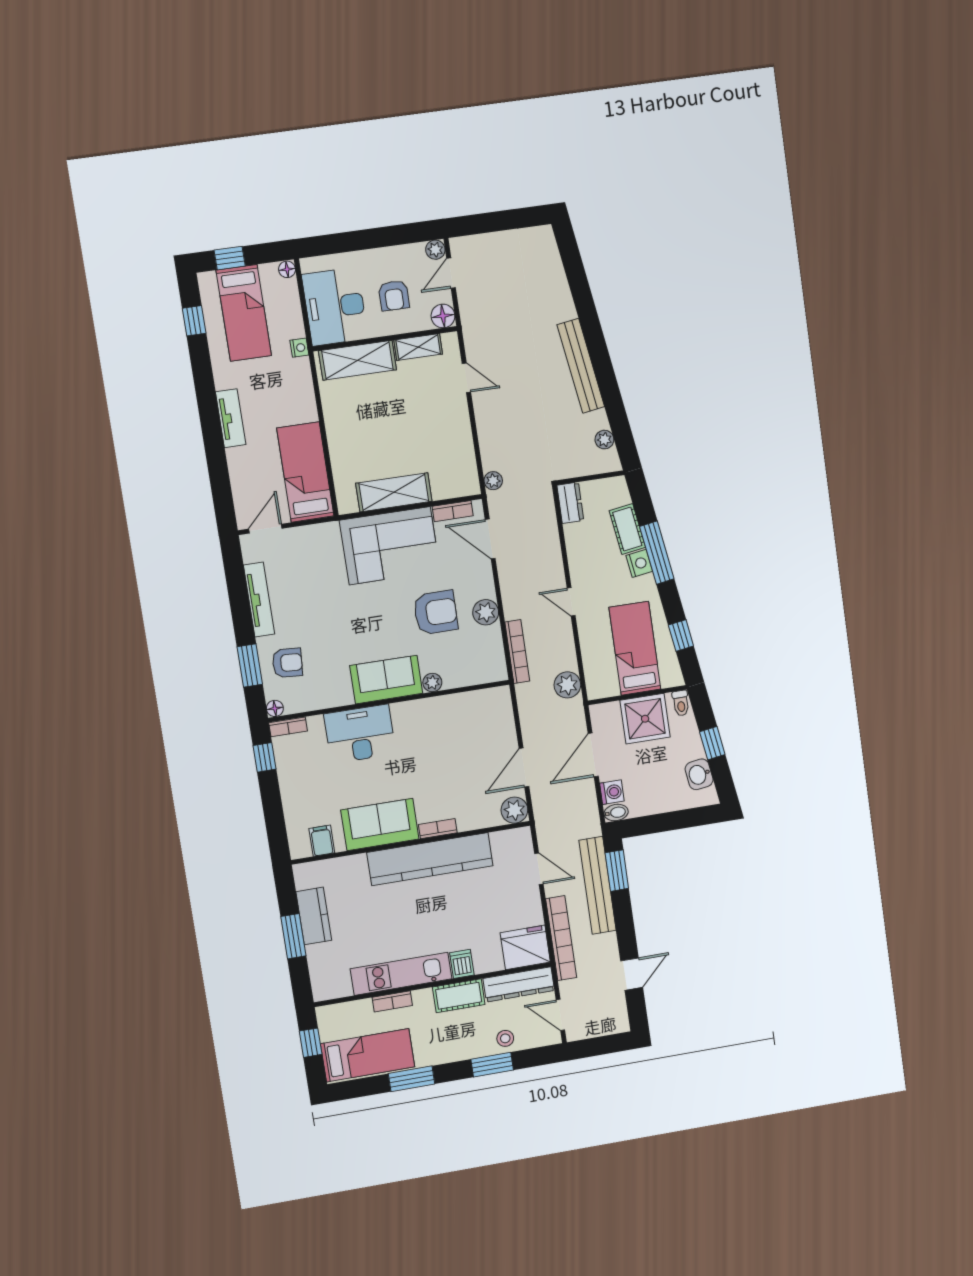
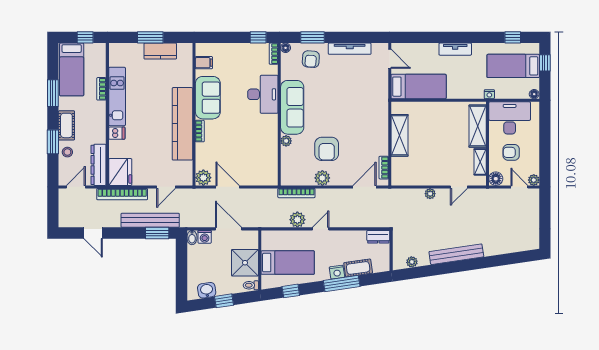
plant: (493, 481) -> (430, 194), moved
corner sofa: (390, 546) -> (369, 128), removed
sofa: (386, 680) -> (292, 107), width x1.36
plant: (567, 685) -> (297, 220), moved
cot: (459, 996) -> (66, 125), moved

